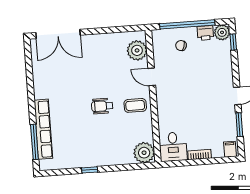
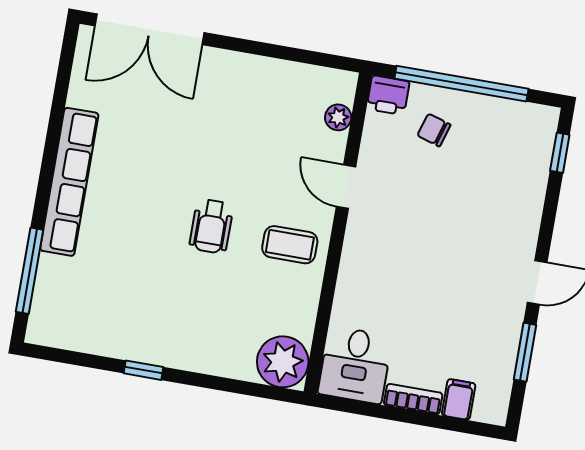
plant: (222, 32) -> (539, 123), removed
printer: (205, 33) -> (388, 95), moved
plant: (137, 50) -> (338, 117), width x0.53, depth x0.53
wheelchair: (102, 106) -> (211, 226), turned -90
row of seats: (43, 129) -> (69, 182), moved
filing cabinet: (230, 149) -> (459, 399), moved

